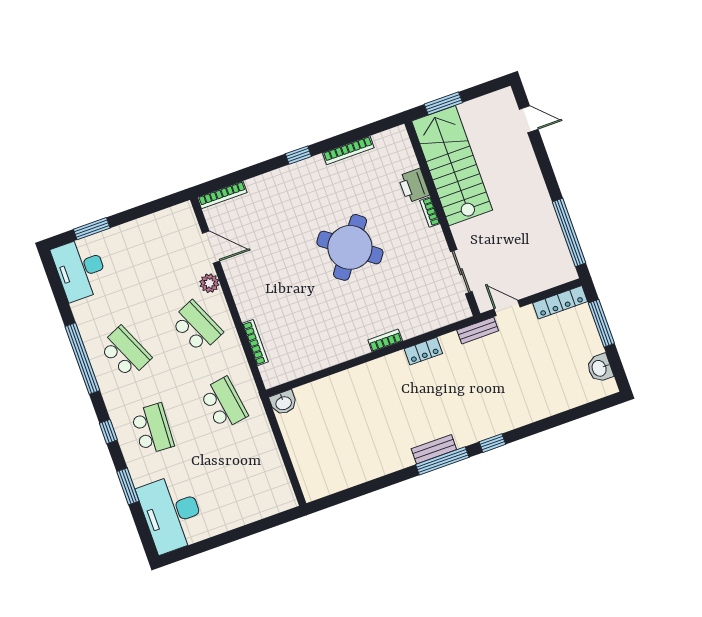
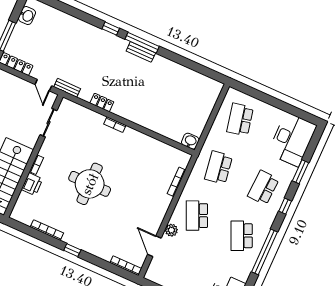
round table: (350, 247) -> (90, 184), turned -37
school desk: (251, 480) -> (240, 119), added

